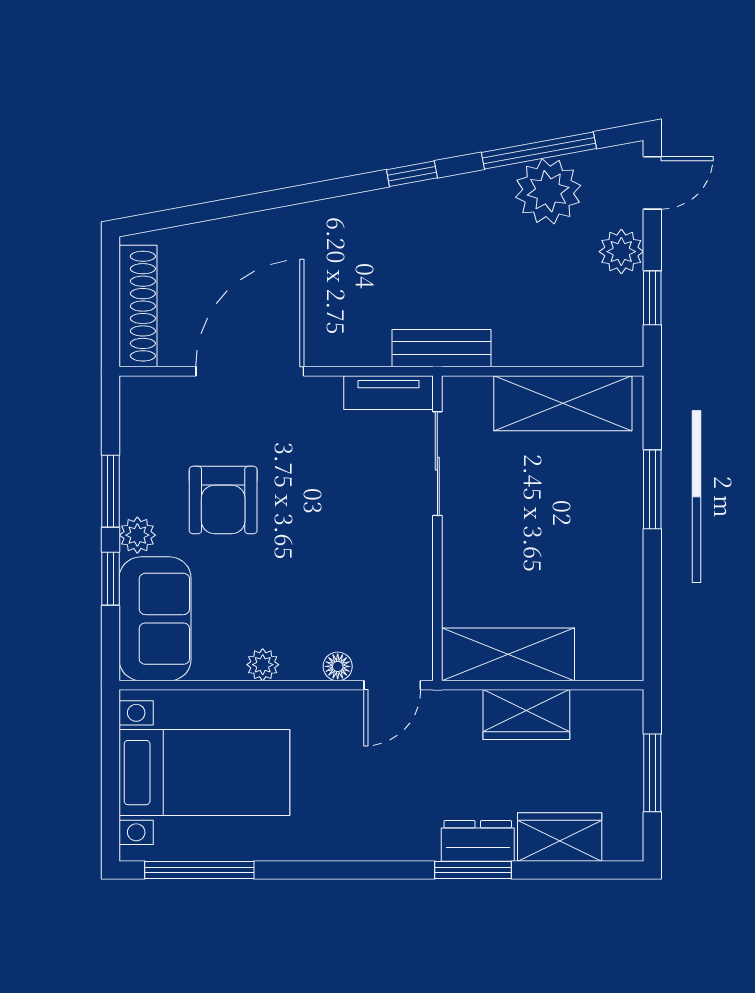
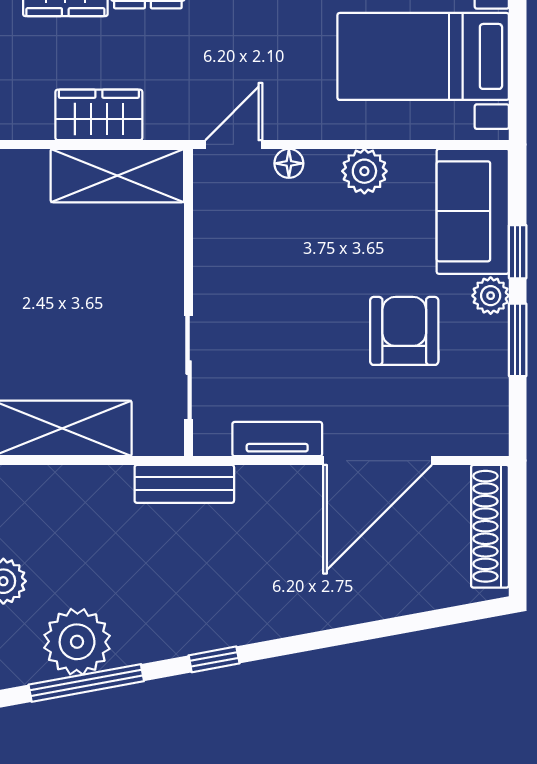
tv unit: (388, 393) -> (277, 439), moved
plant: (263, 665) -> (364, 171), width x1.38, depth x1.38

